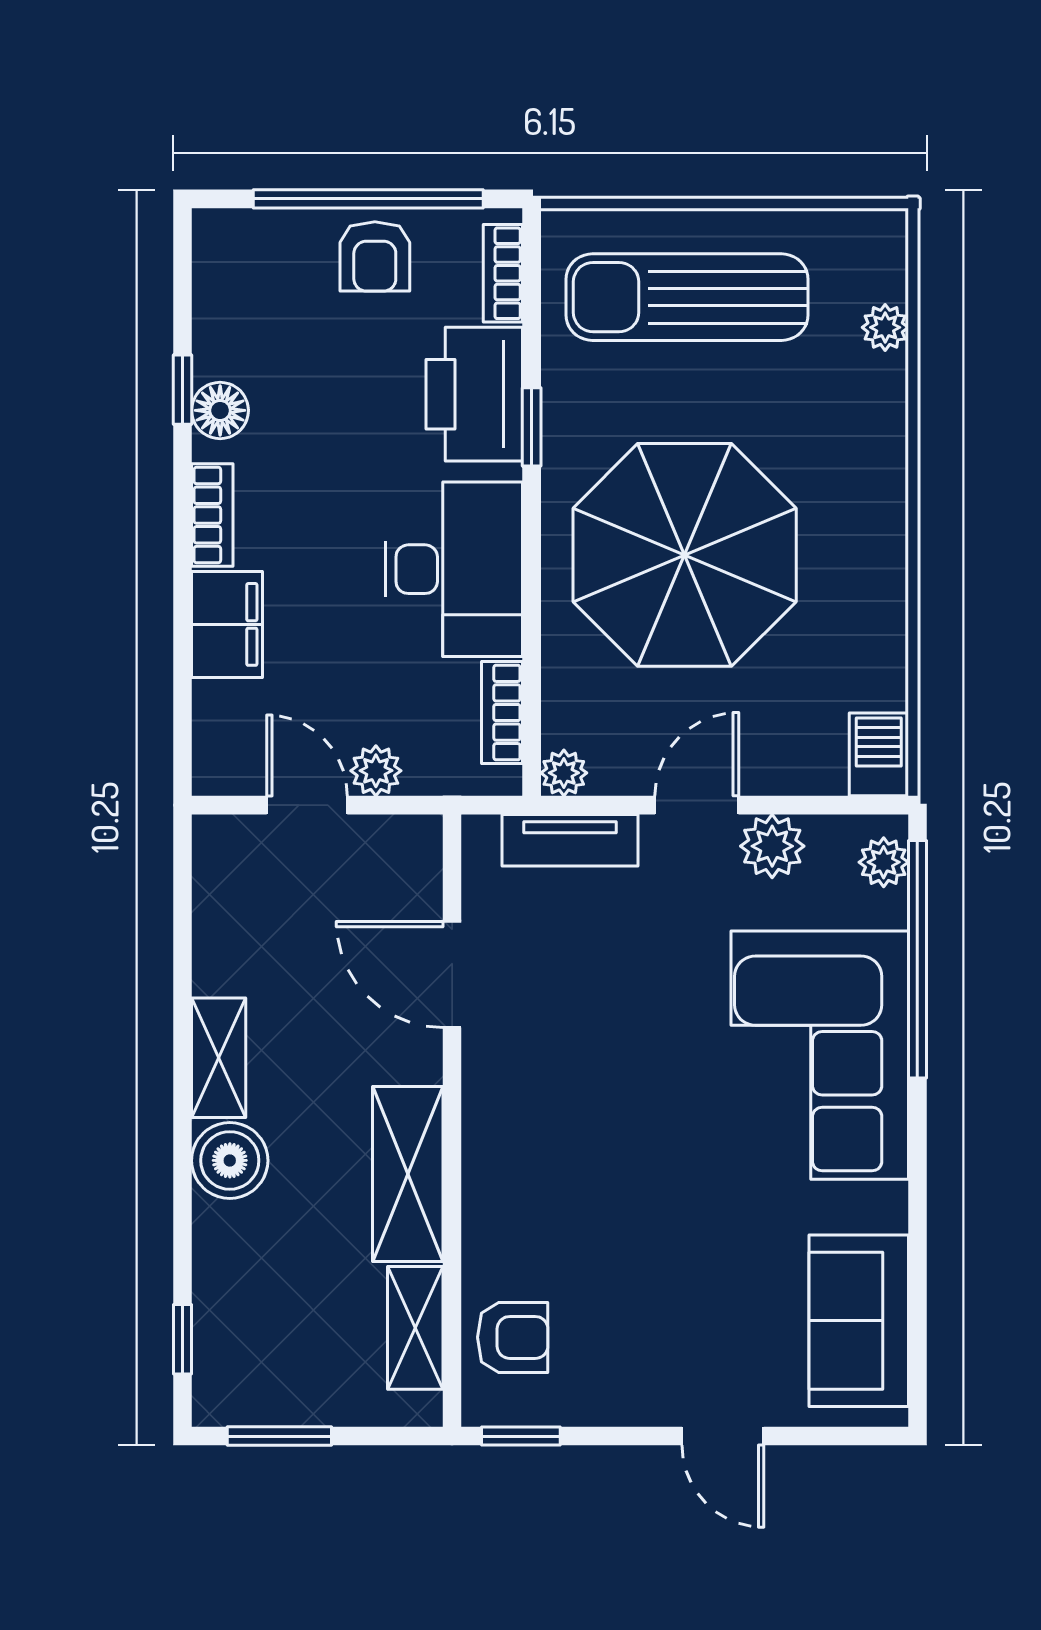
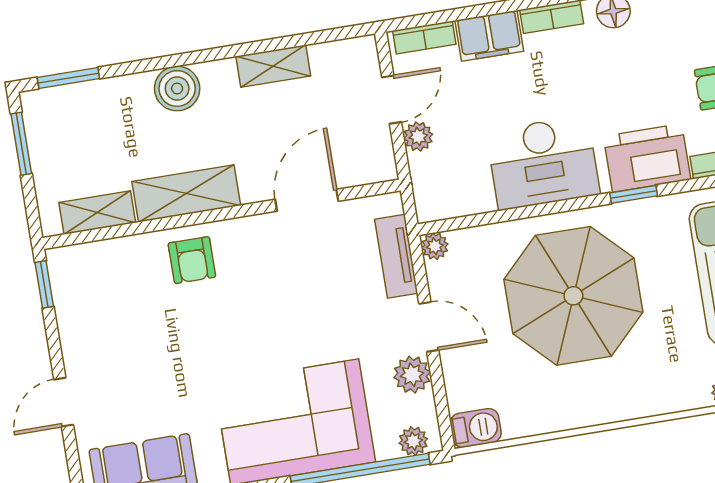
bookcase: (502, 713) -> (424, 37), moved, turned 180
shelving: (219, 1058) -> (273, 66), moved
armchair: (513, 1337) -> (192, 260), moved
window: (183, 1339) -> (68, 78), width x1.50

